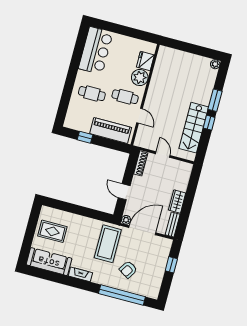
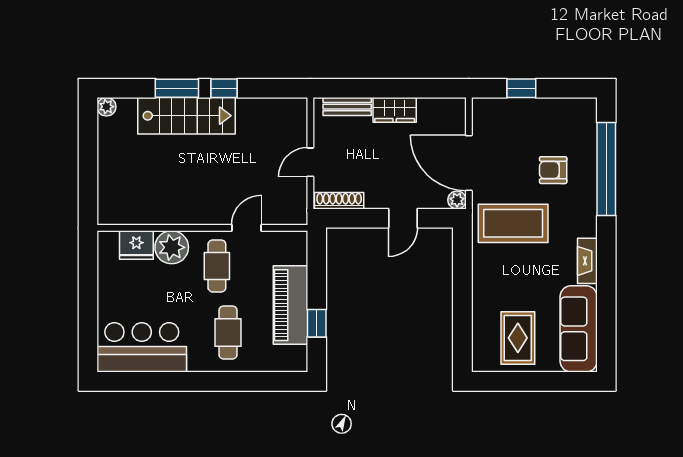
stairs: (194, 128) -> (187, 116), moved
piano: (111, 131) -> (290, 305), moved
bench: (173, 225) -> (347, 107), moved
armchair: (128, 270) -> (553, 170), turned 148

